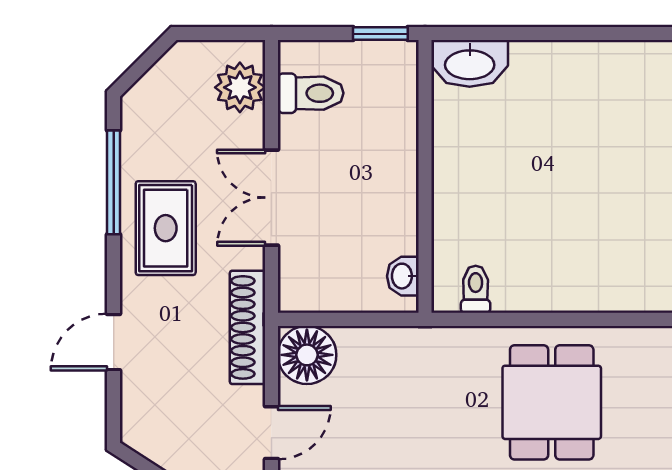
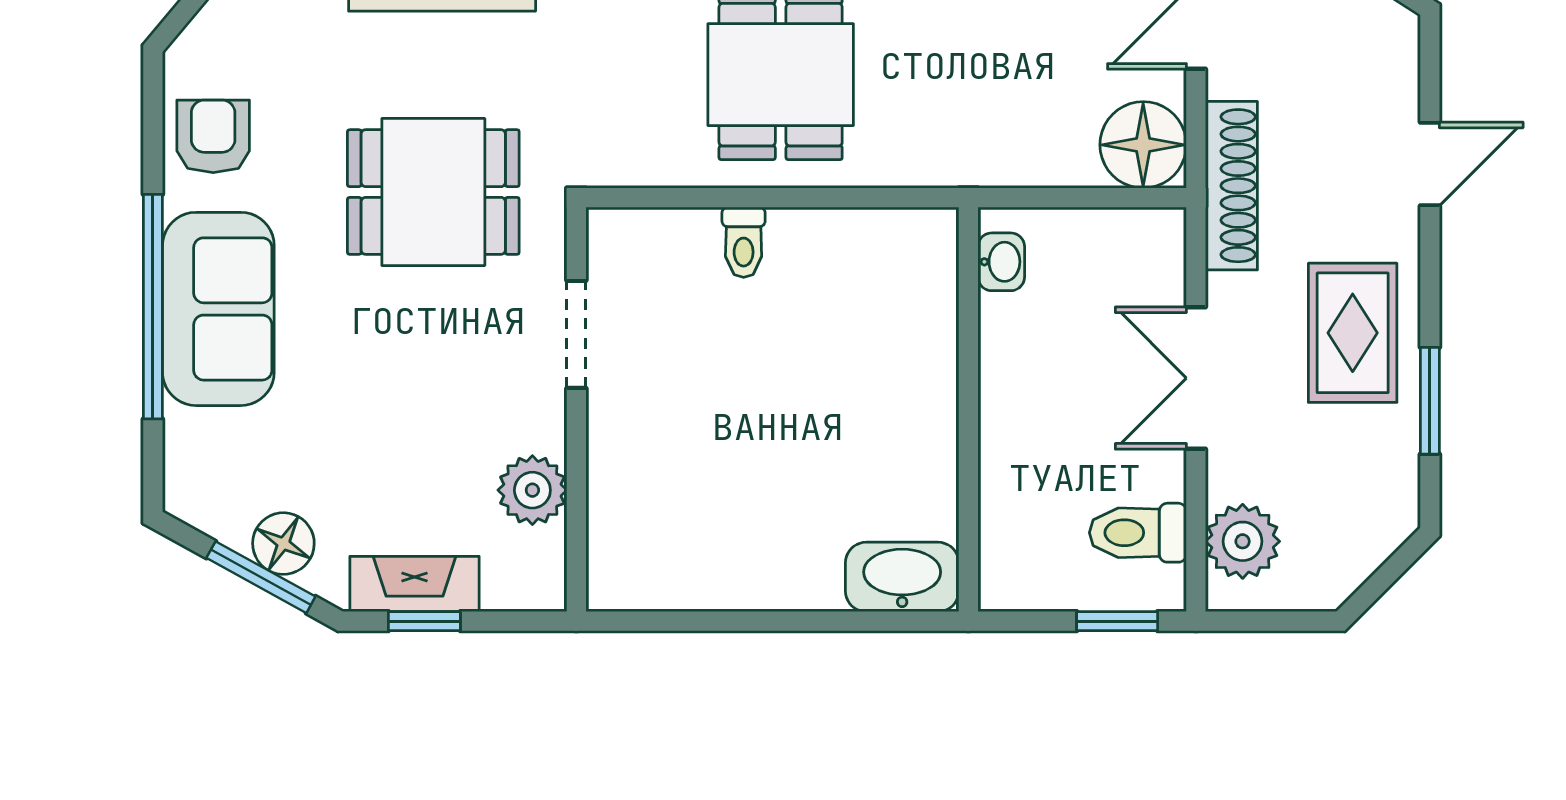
window: (380, 34) -> (1117, 621), moved
window: (114, 182) -> (1430, 401), width x0.69
double door: (271, 198) -> (1196, 378), swing flipped
toilet: (476, 289) -> (744, 242), moved

